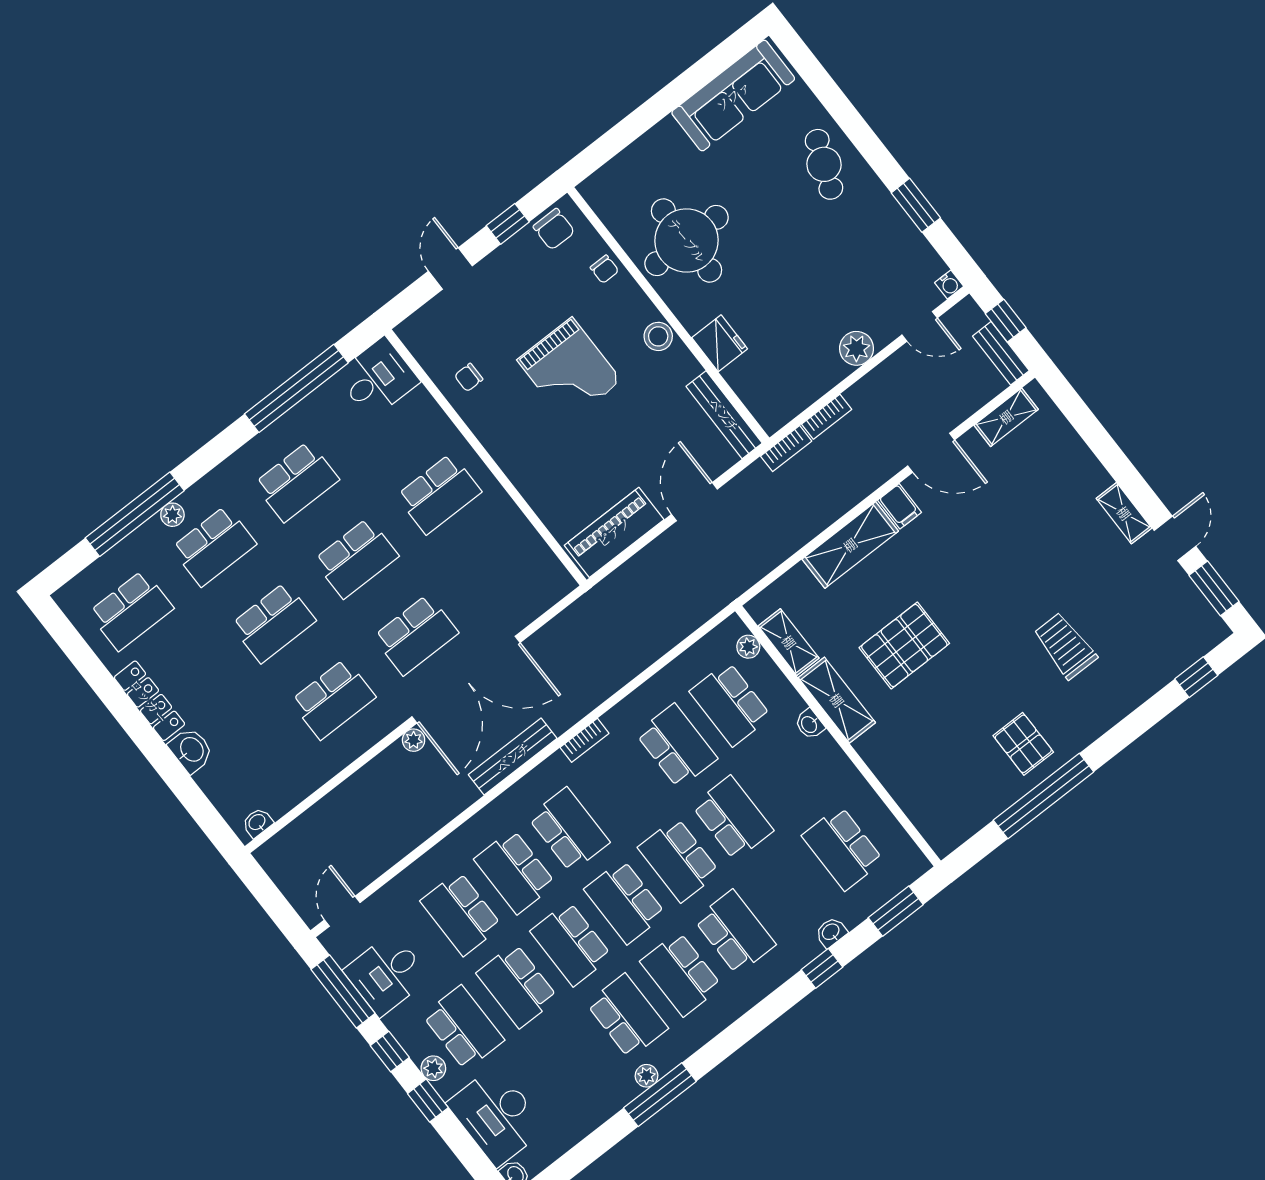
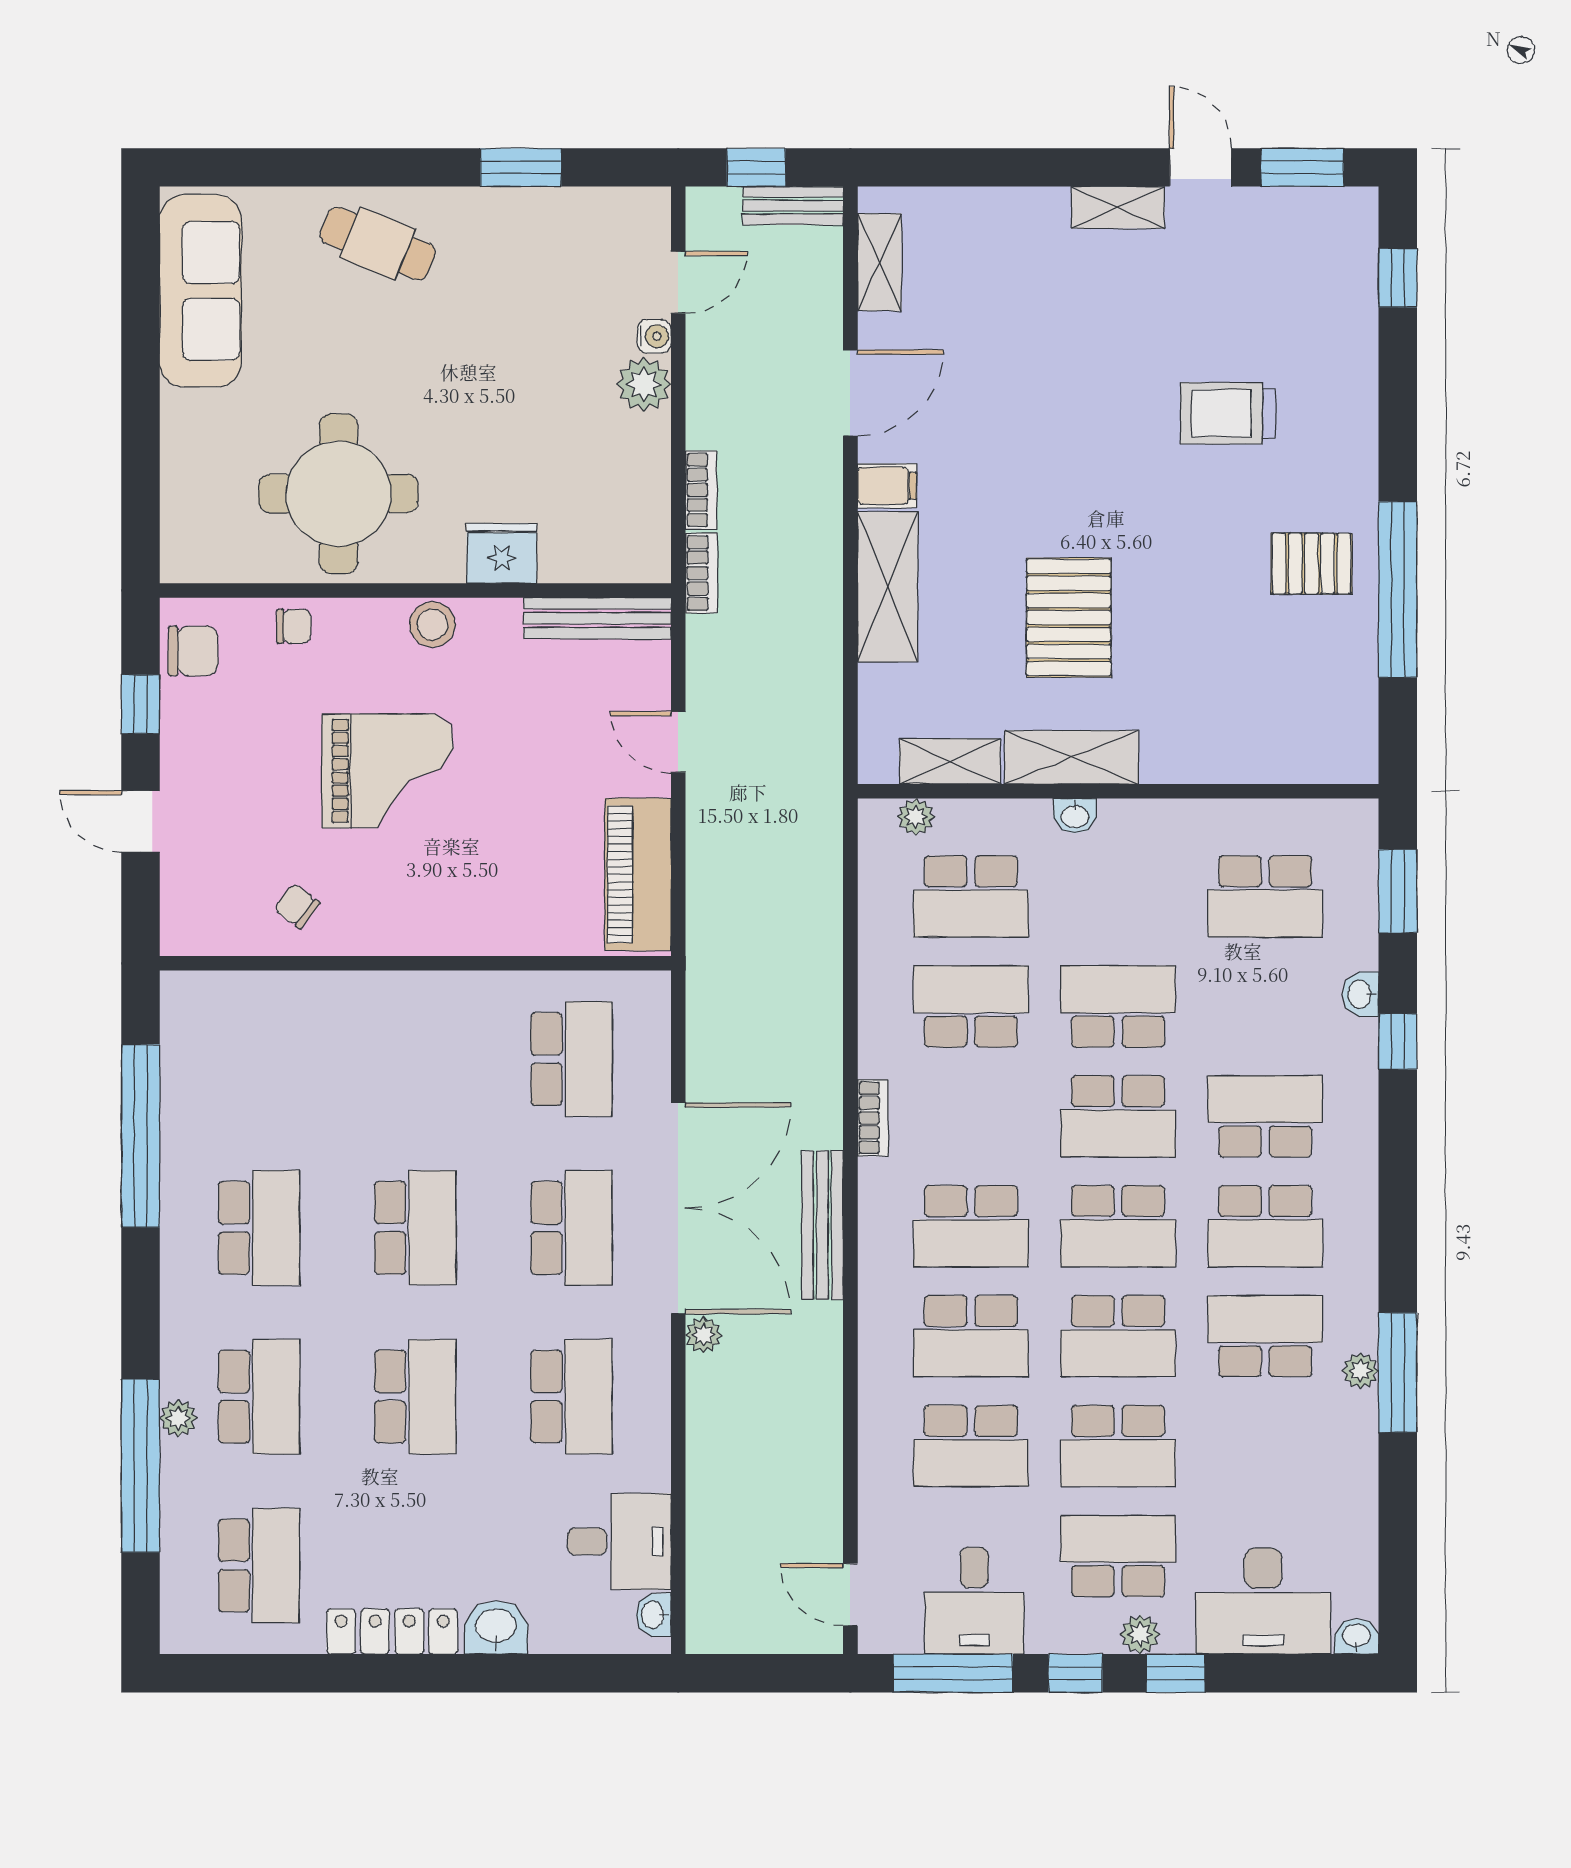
water cooler: (949, 284) -> (654, 336), moved
chair: (469, 377) -> (297, 906), turned 127
desk: (378, 378) -> (619, 1541), moved, turned 90
school desk: (439, 494) -> (572, 1059), moved
door: (694, 502) -> (678, 742), width x0.73
school desk: (569, 830) -> (971, 1226), turned 180

